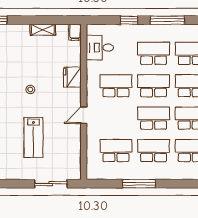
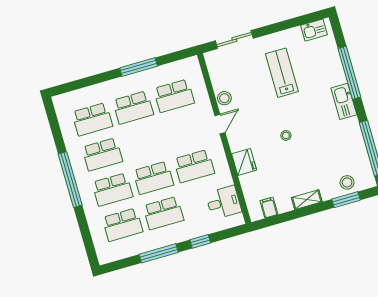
shelving: (43, 30) -> (307, 200), moved
filing cabinet: (75, 32) -> (269, 208), moved
school desk: (154, 118) -> (143, 143), removed
stool: (74, 136) -> (224, 98), added
lab bench: (33, 137) -> (282, 73), moved

